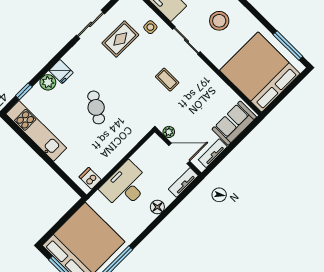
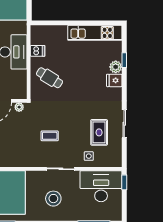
window: (24, 91) -> (124, 60), moved
cafe table: (96, 107) -> (49, 78), moved
dishwasher: (90, 178) -> (38, 51), moved

